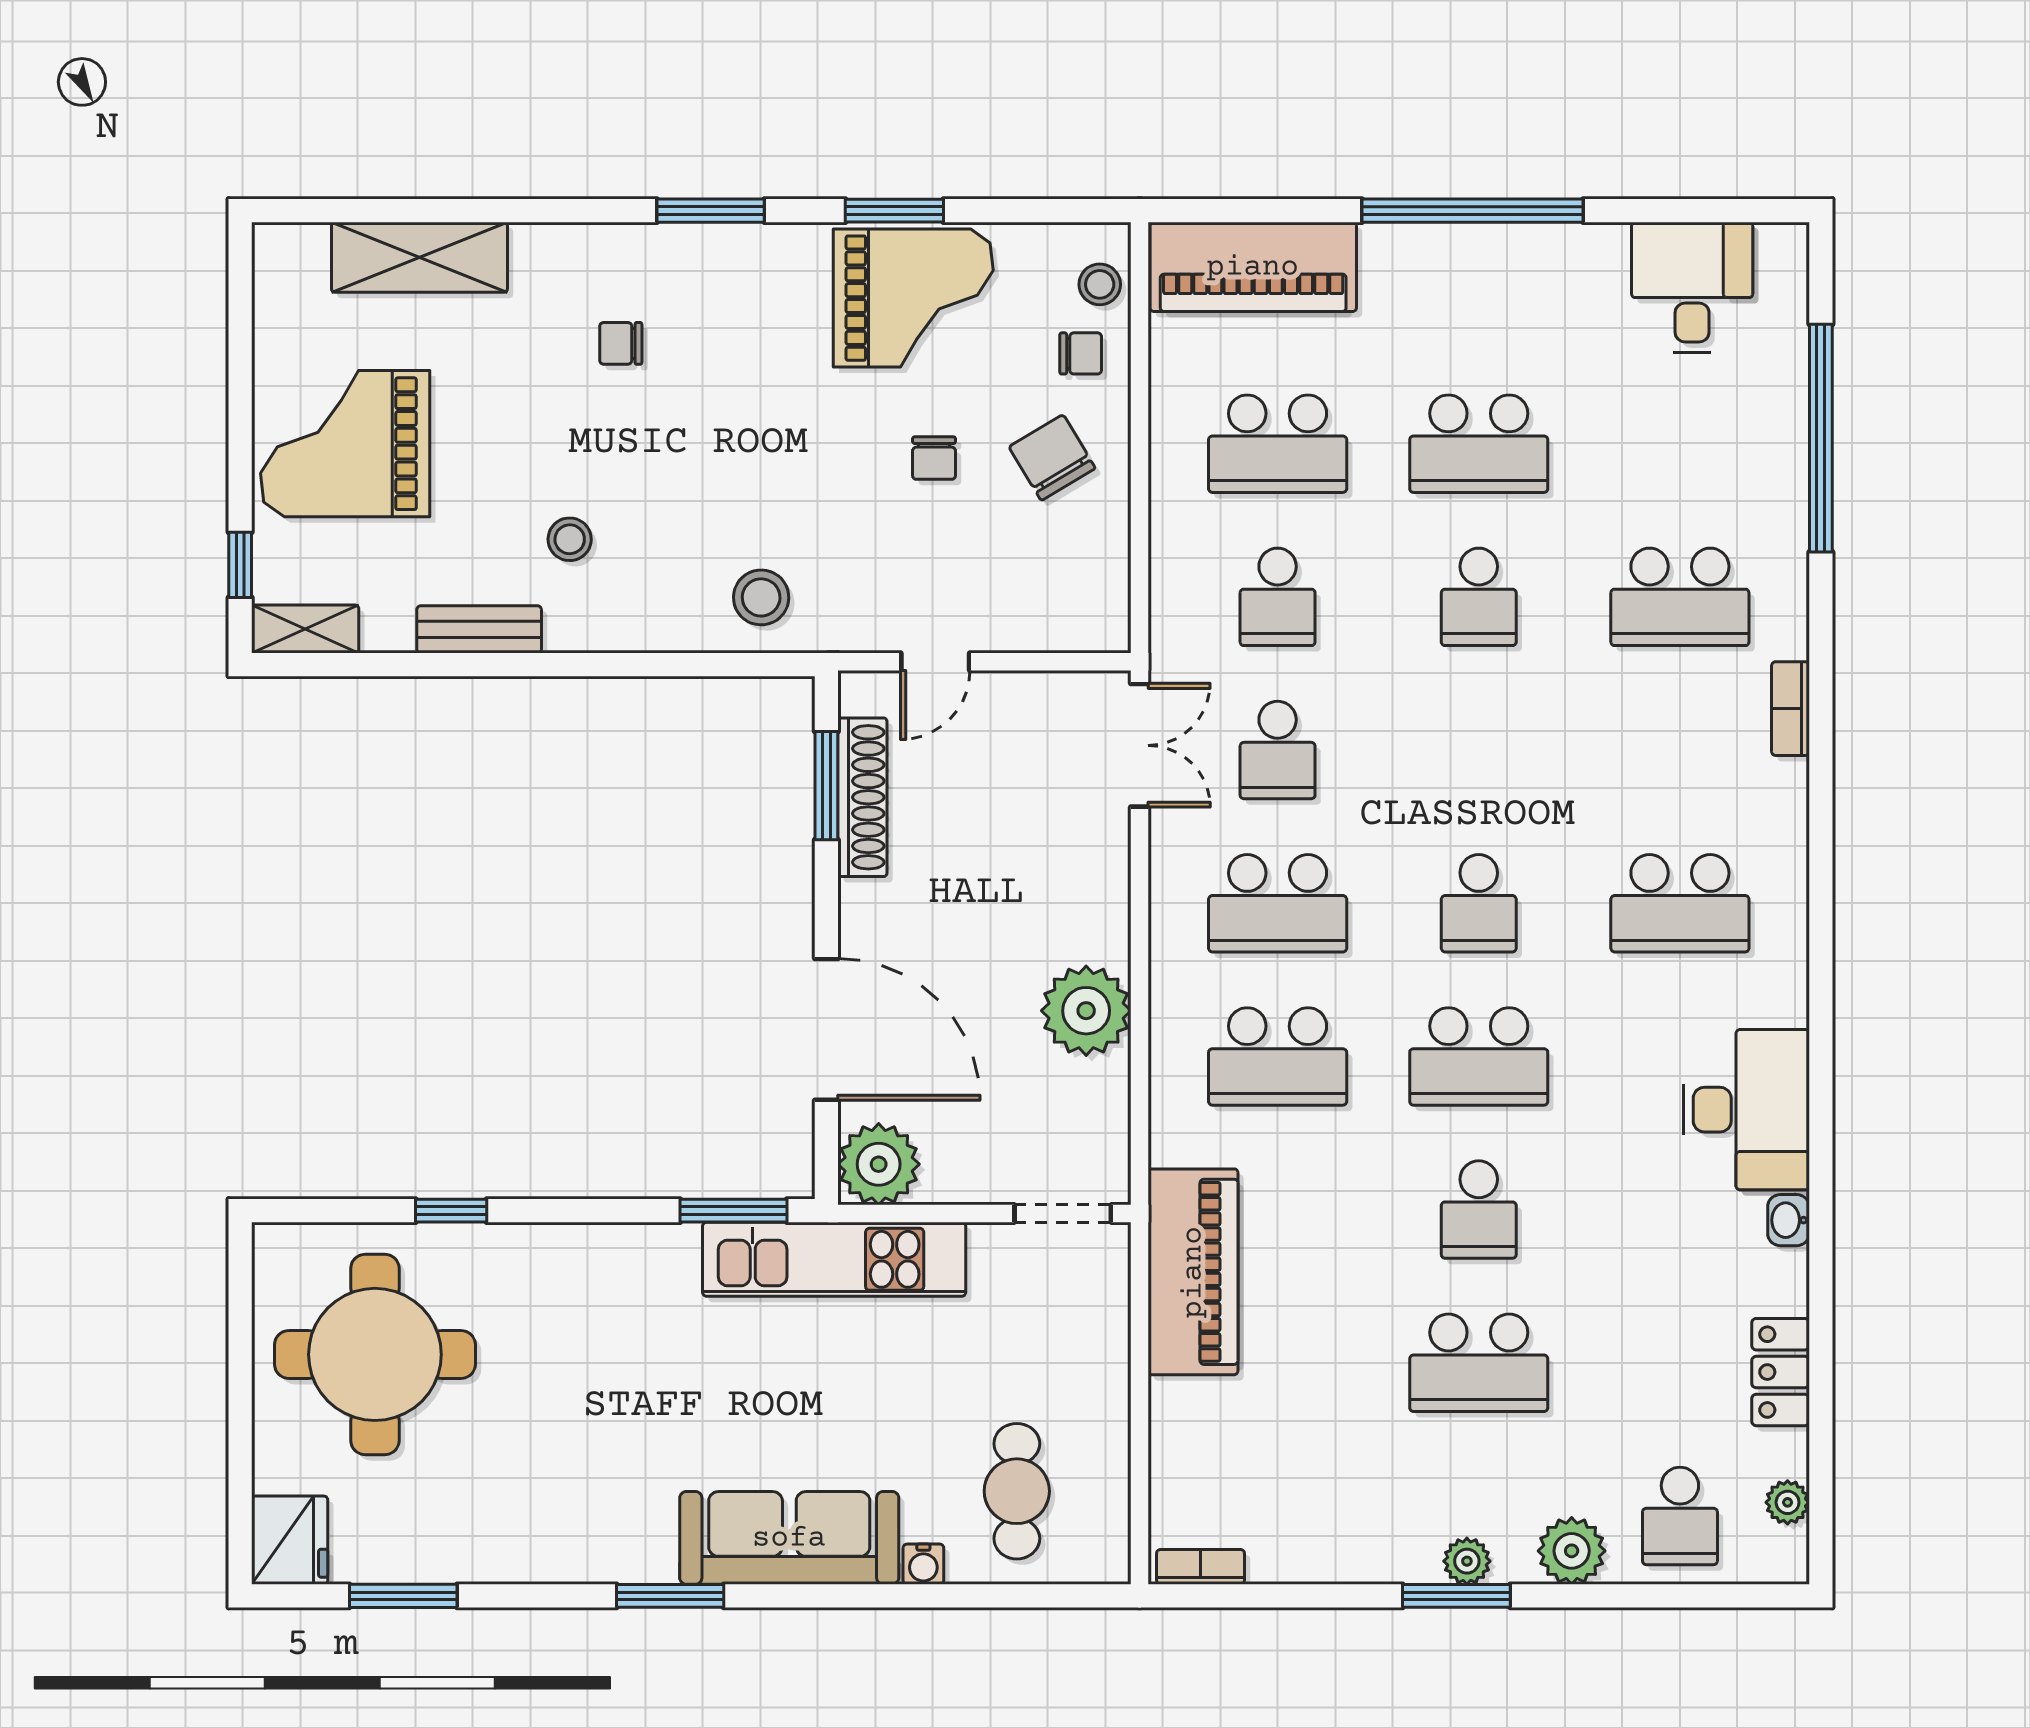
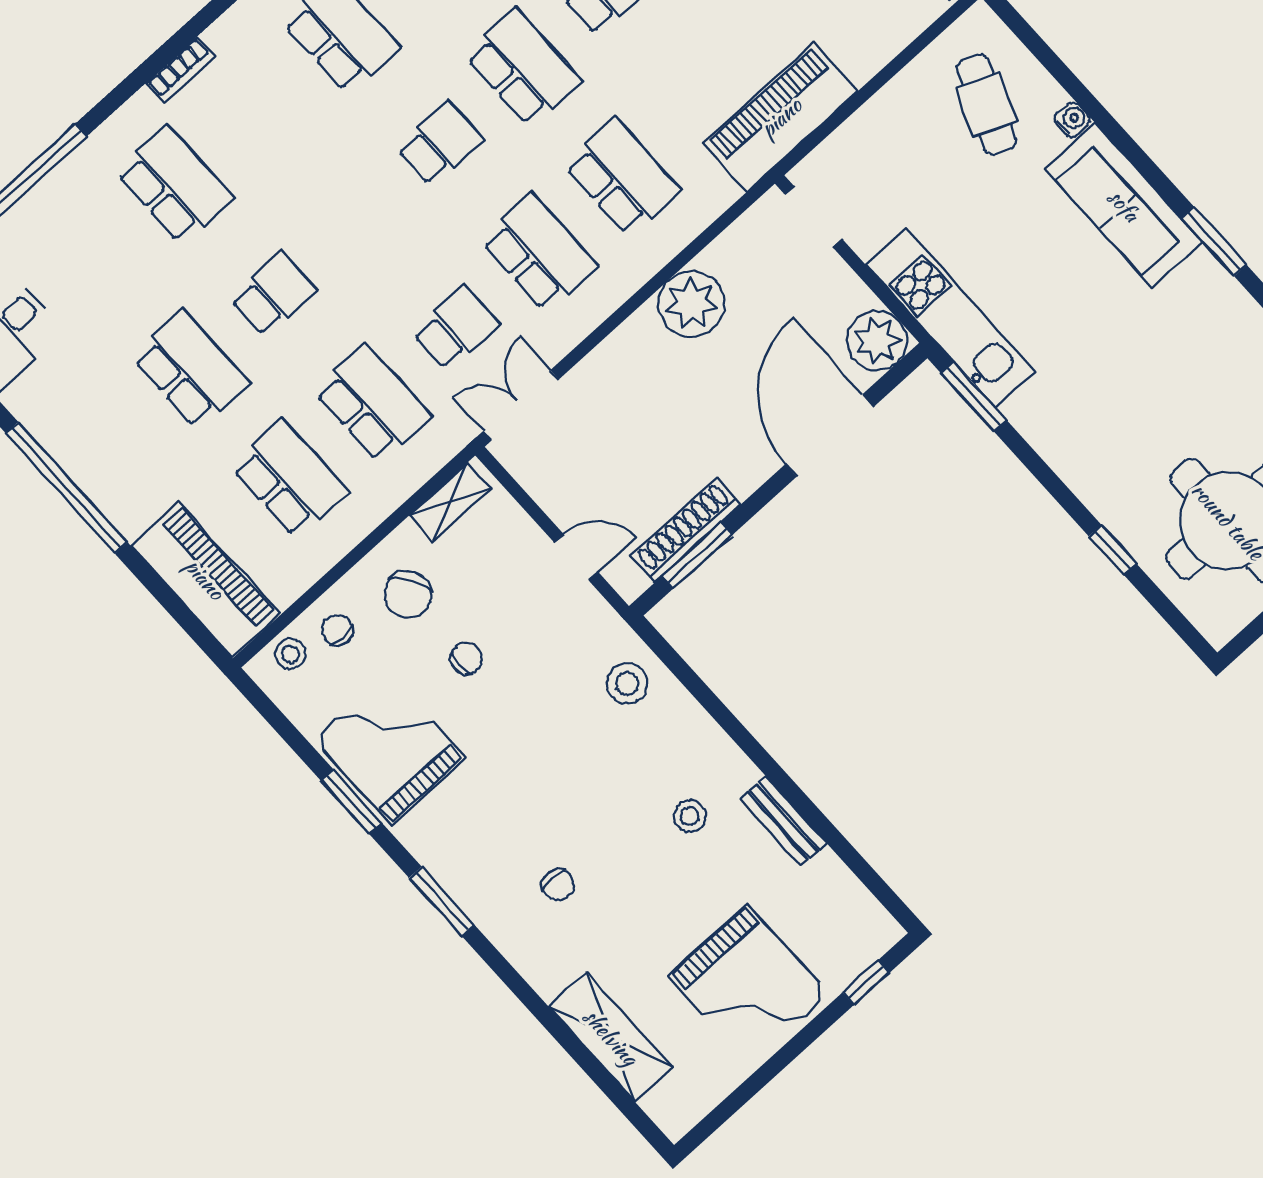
school desk: (1278, 597) -> (372, 403), width x1.85
shelving: (305, 629) -> (450, 502), moved, turned 90
cafe table: (1017, 1491) -> (987, 105), turned -67

